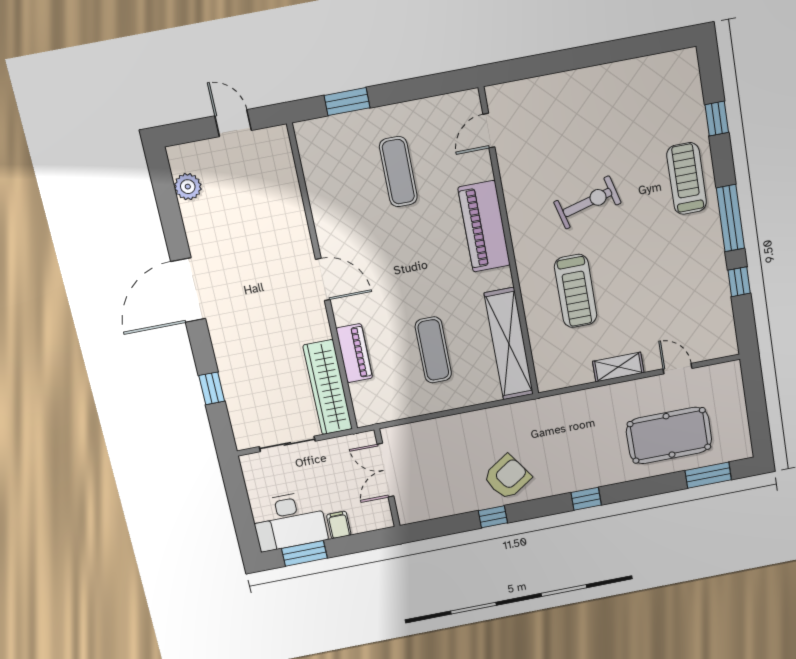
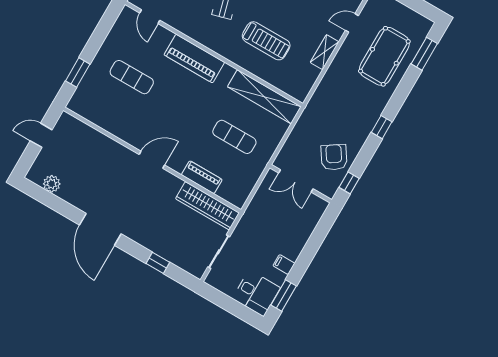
double door: (385, 470) -> (296, 181), moved
wall: (387, 478) -> (301, 184), moved
desk: (289, 521) -> (256, 293), width x0.73

